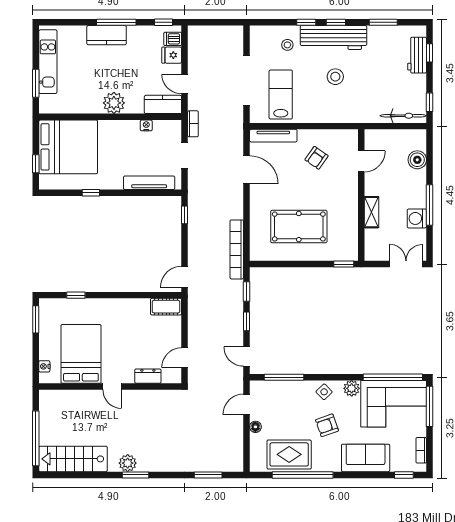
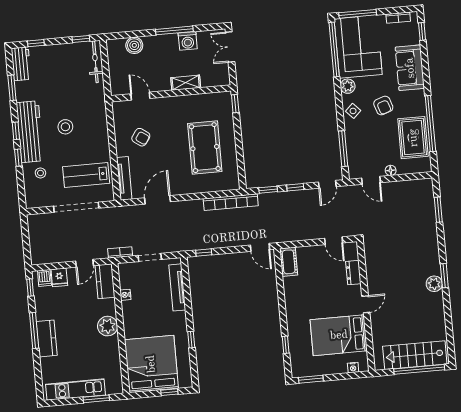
workbench: (417, 55) -> (21, 64), moved, turned -90
stairs: (73, 459) -> (415, 355), moved, turned 90

